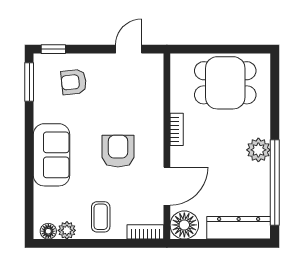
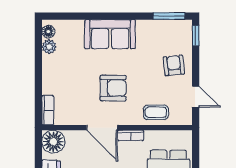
armchair: (74, 82) -> (174, 65), moved
door: (167, 186) -> (102, 128), moved
coffee table: (101, 217) -> (156, 112), moved

